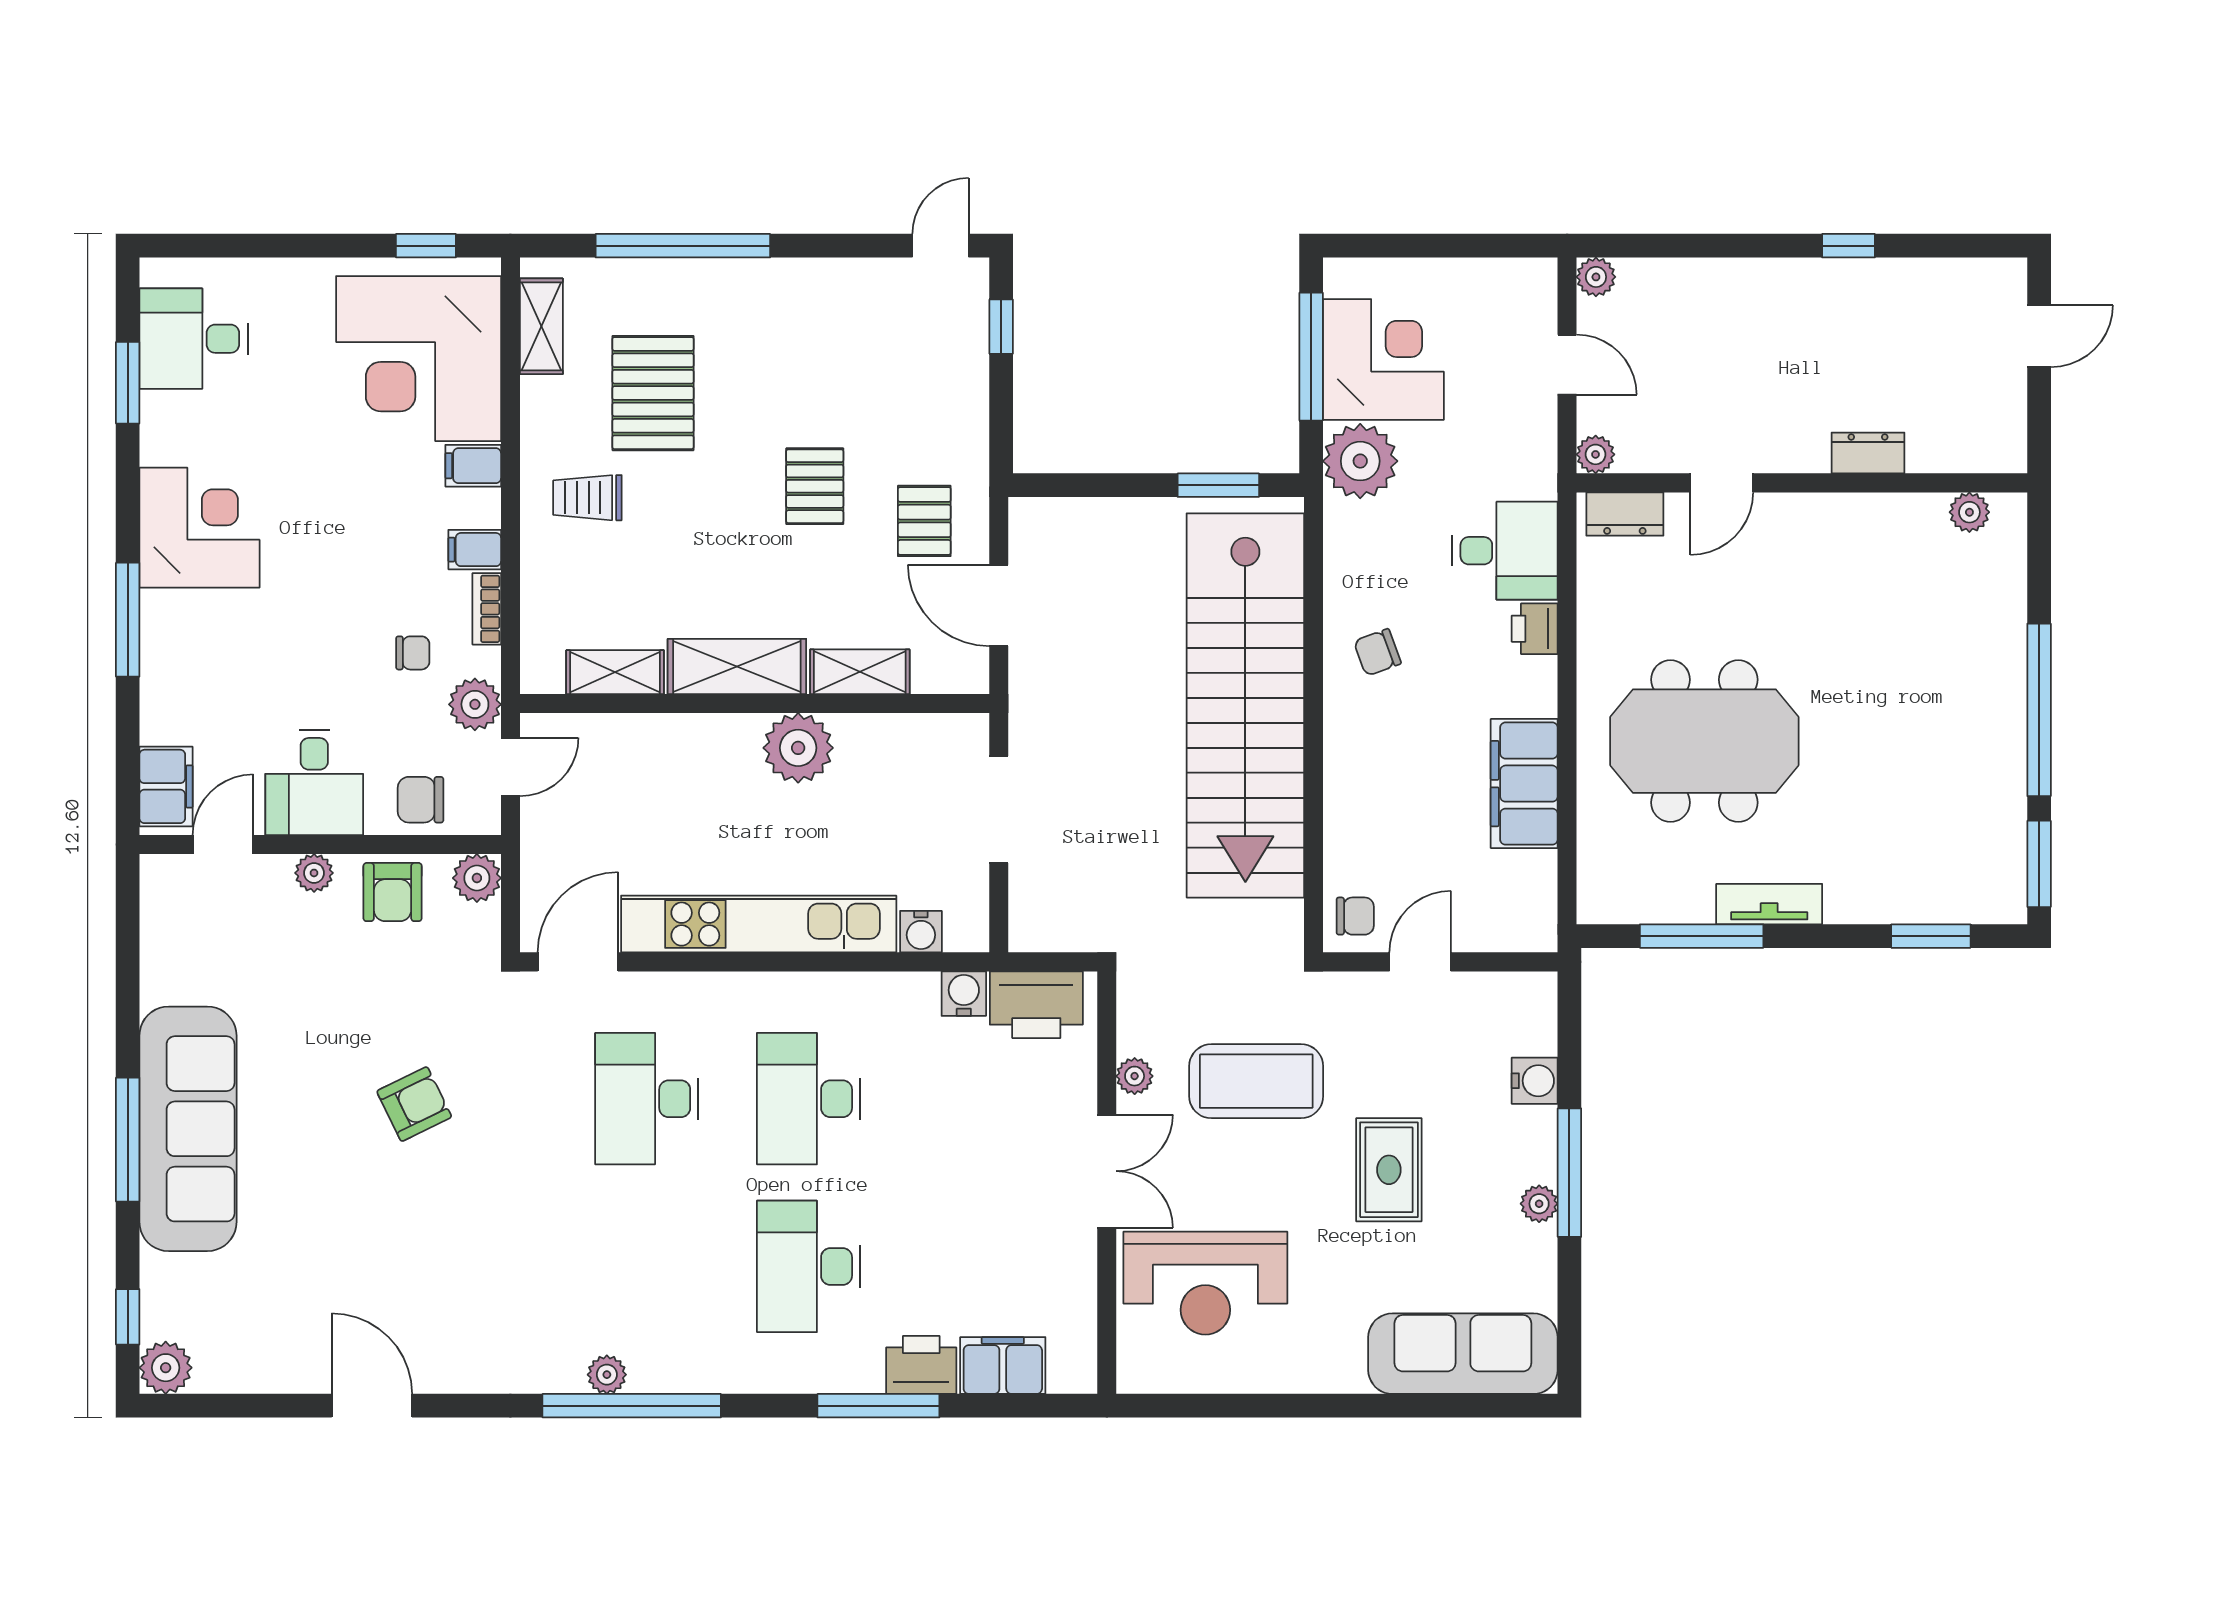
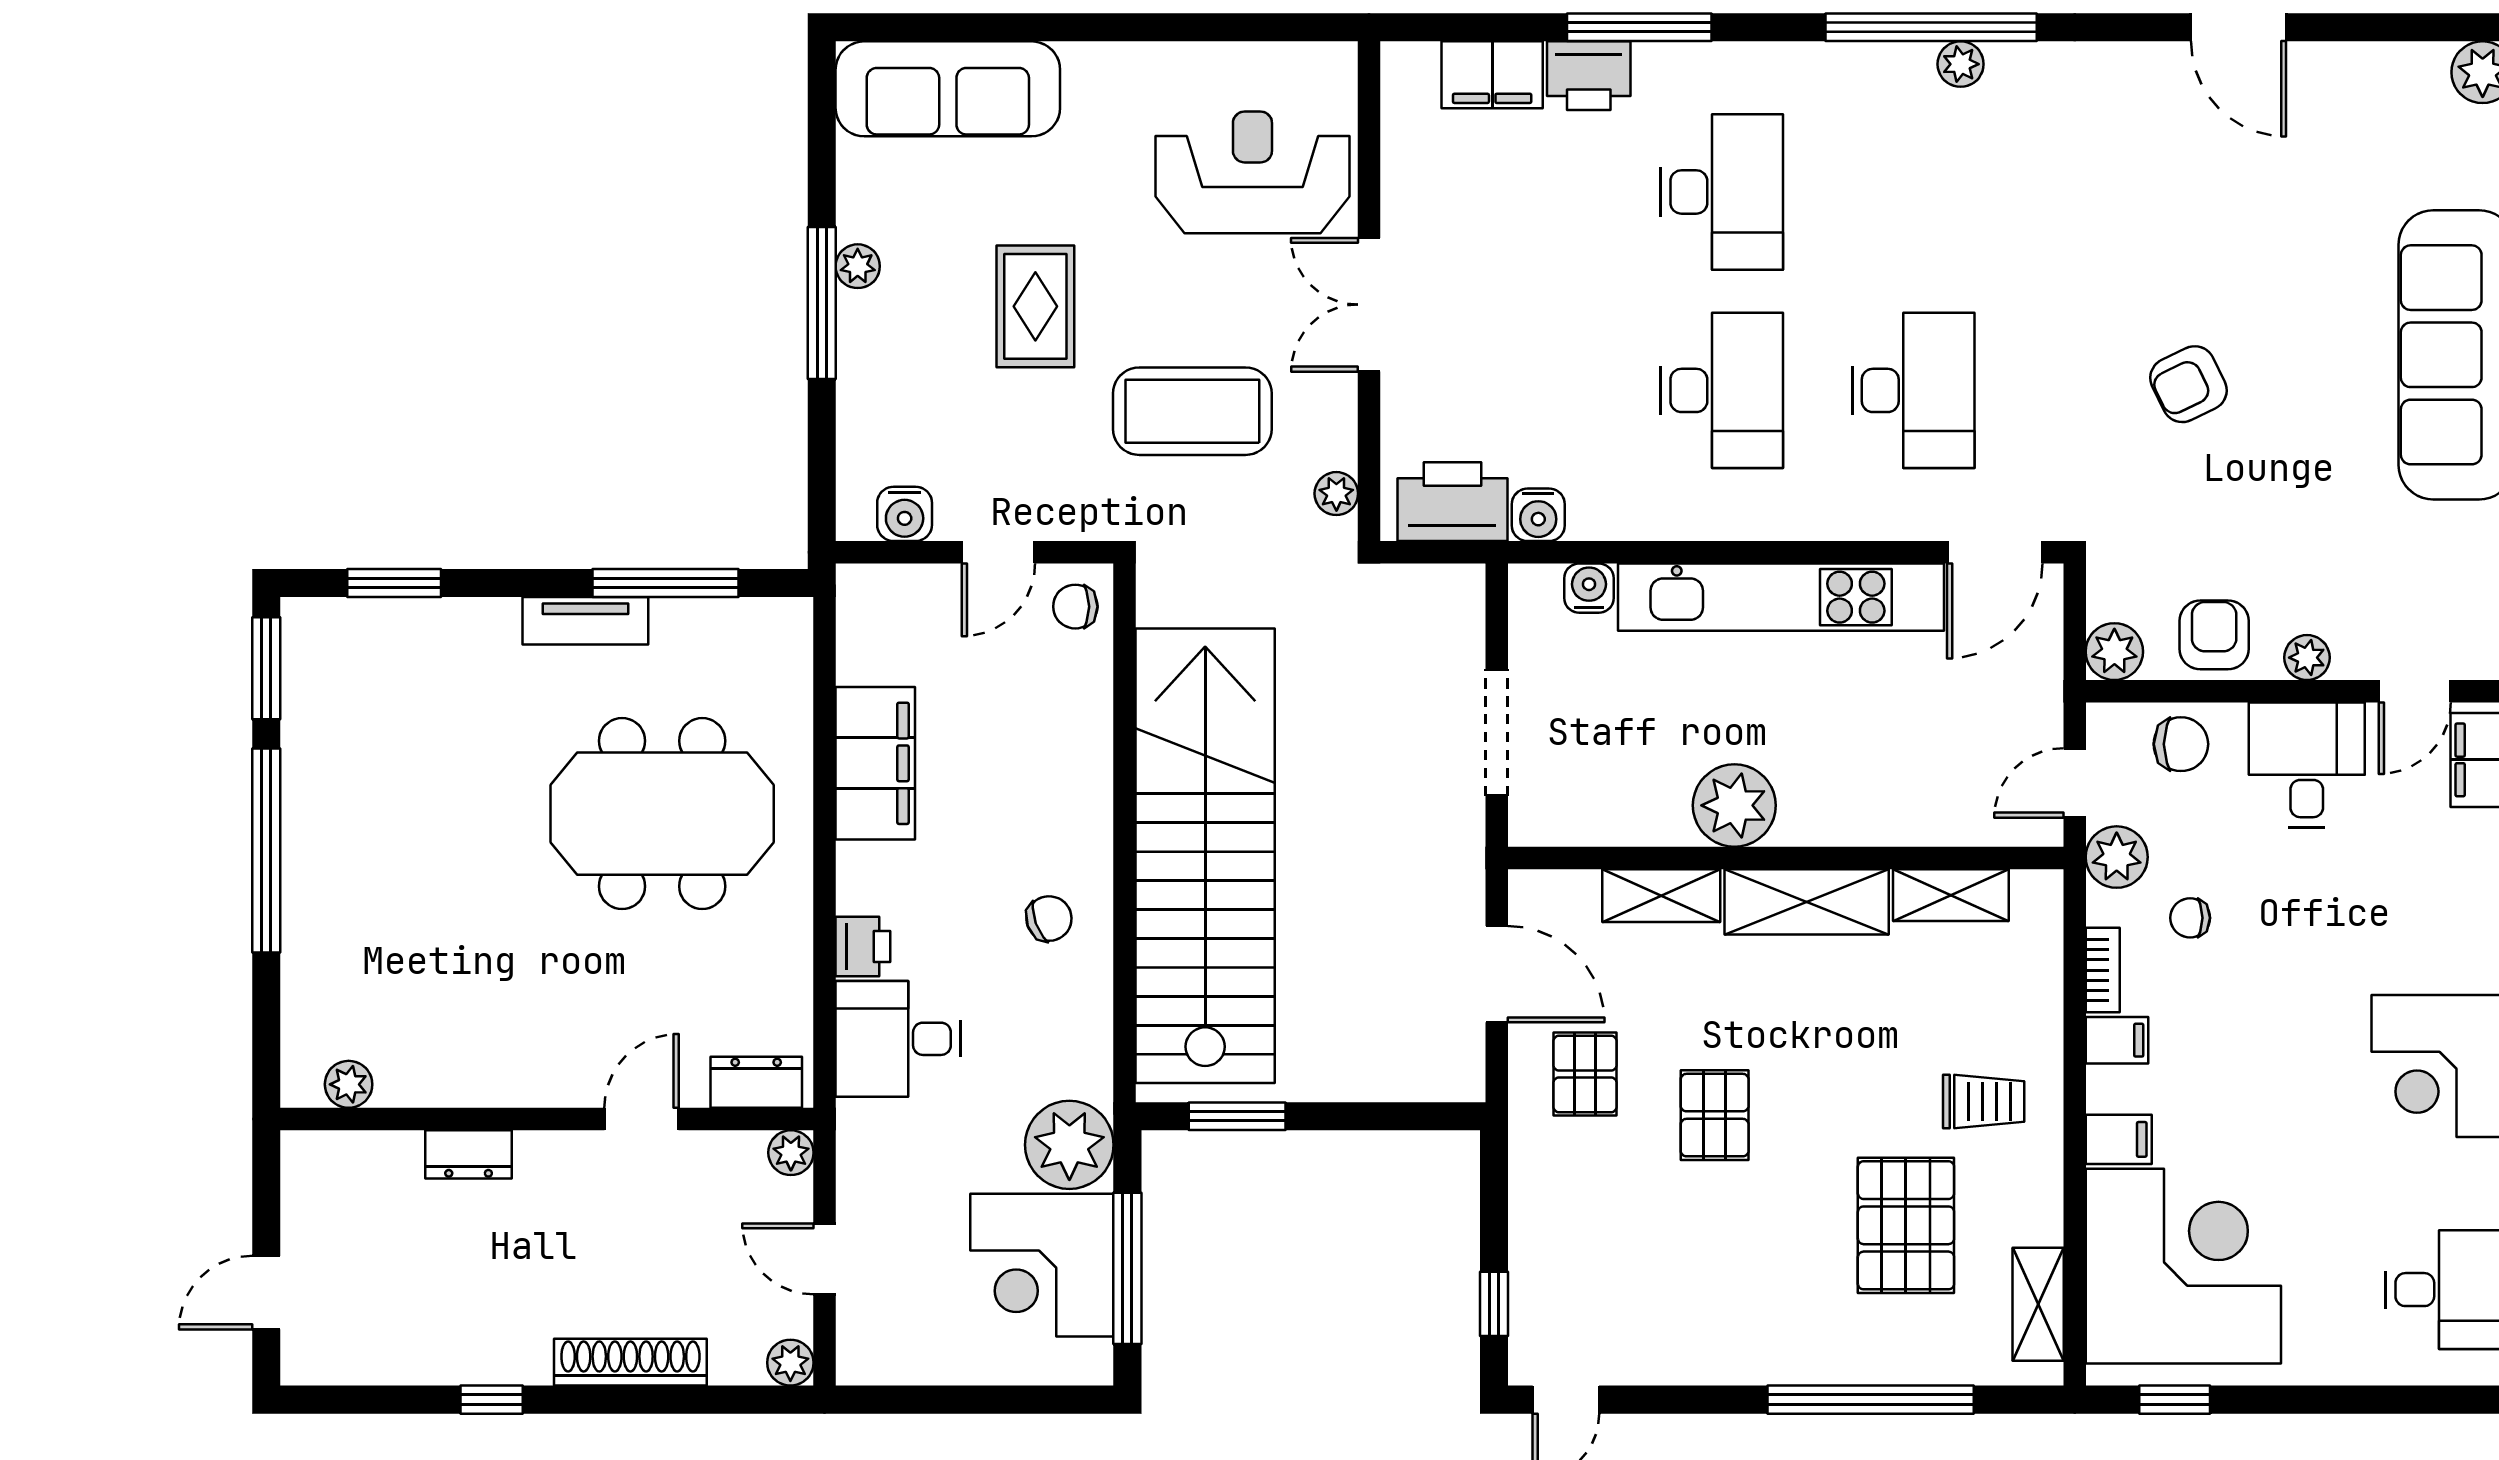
shoe rack: (1731, 277) -> (630, 1362), added
plant: (1135, 1076) -> (1336, 494), moved
water cooler: (1535, 1081) -> (905, 514), moved, turned -90

